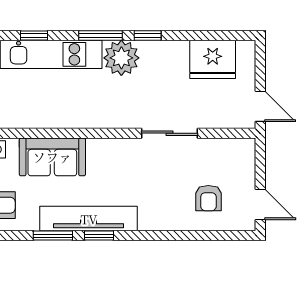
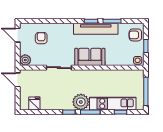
fridge: (213, 59) -> (34, 104), width x0.53, depth x0.75
plant: (243, 150) -> (25, 60), added
sofa: (52, 157) -> (90, 57), moved

